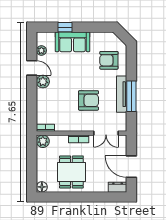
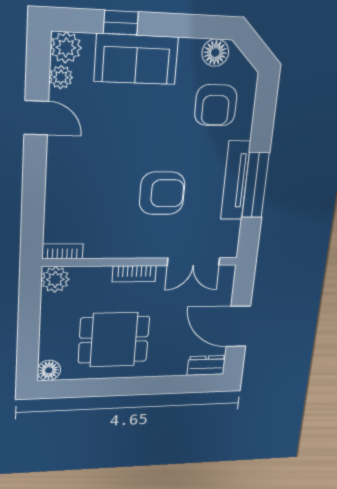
floor lamp: (106, 38) -> (215, 53), added
armchair: (109, 60) -> (216, 105), turned -90
plant: (43, 82) -> (66, 47), moved
dining table: (71, 172) -> (114, 340), turned 90

